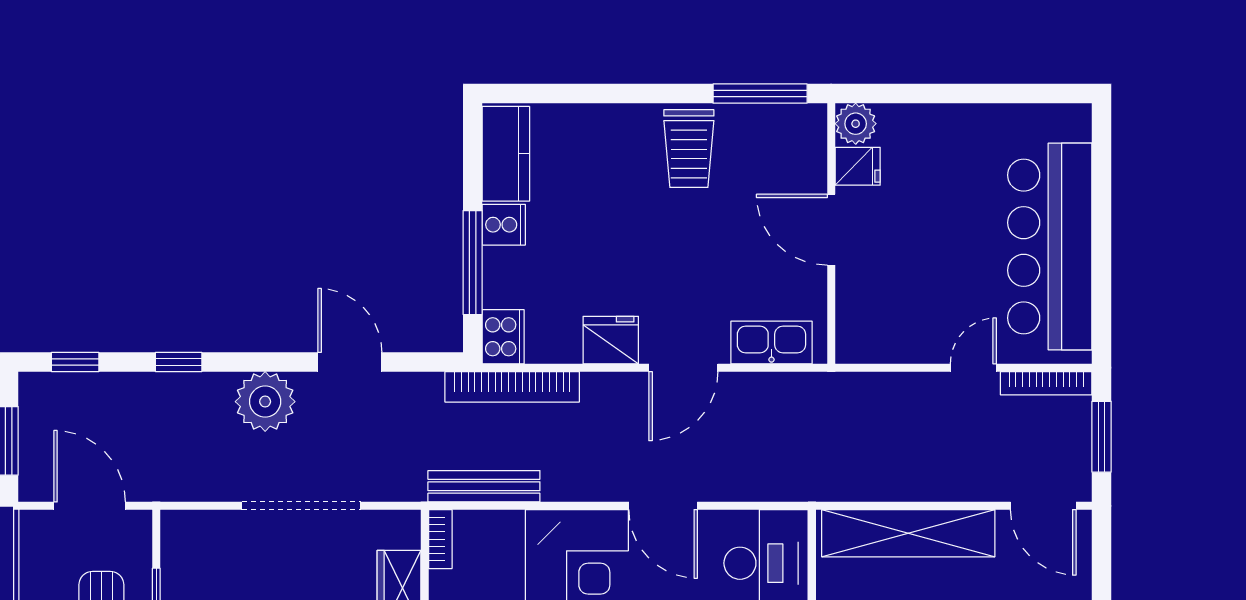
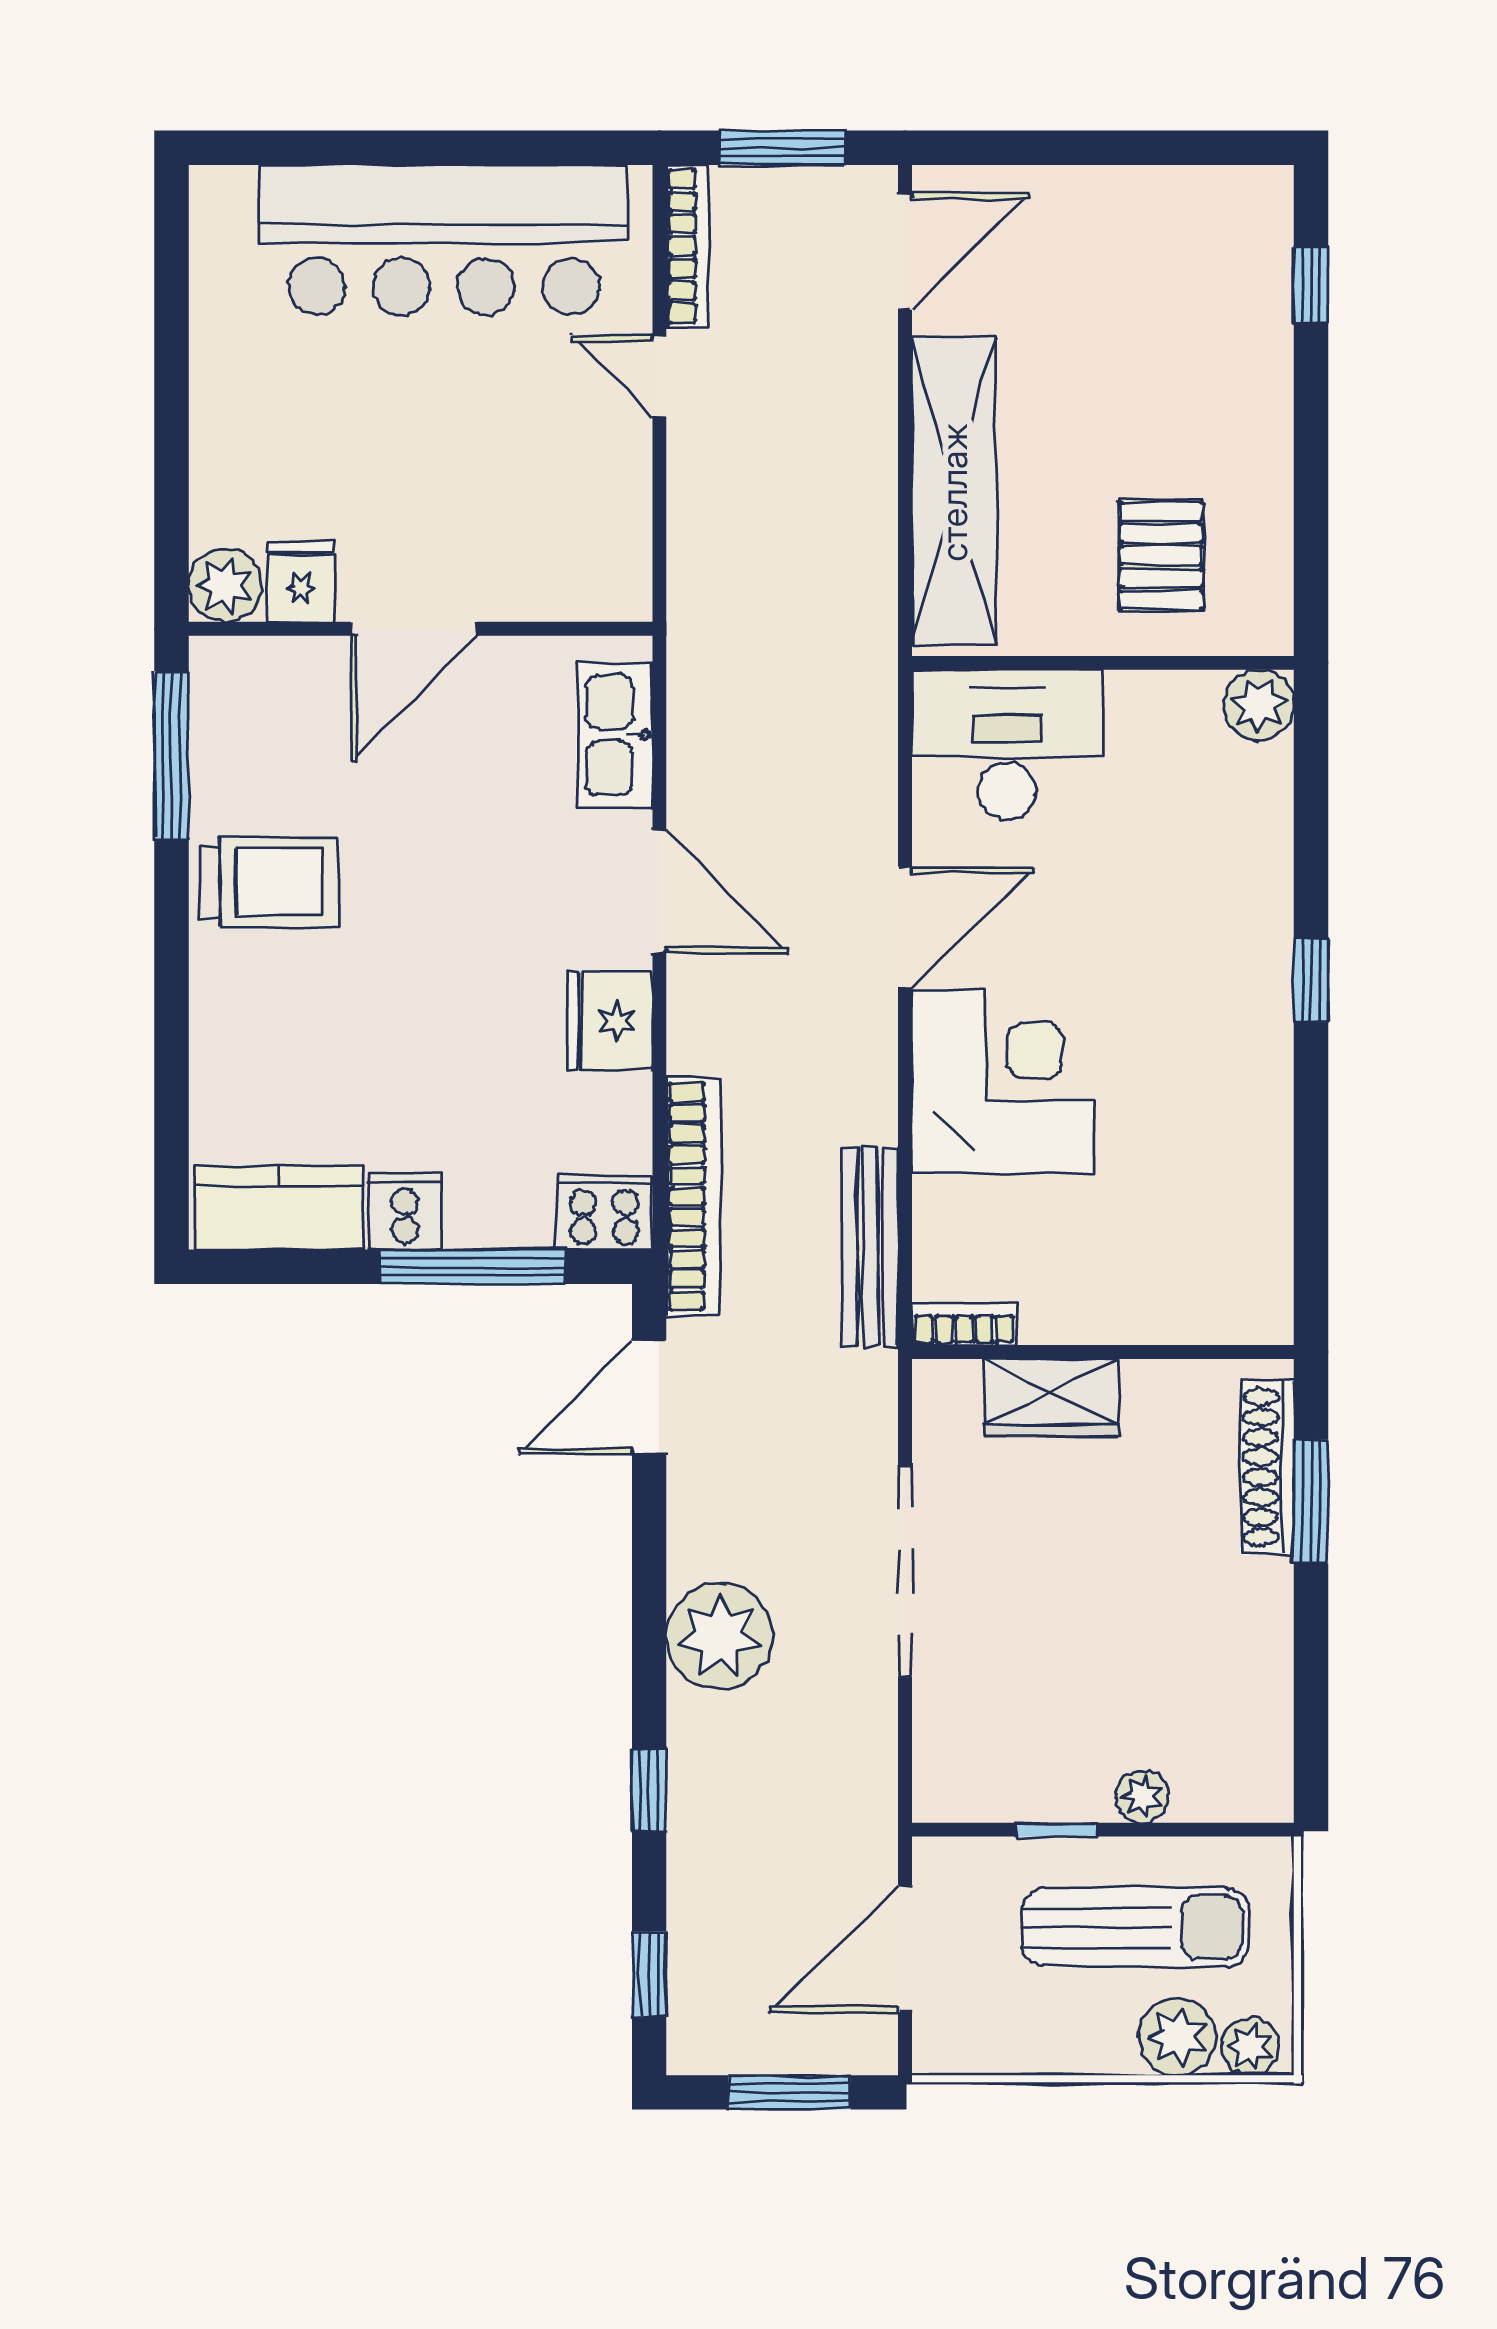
door: (350, 362) -> (649, 1397), moved

